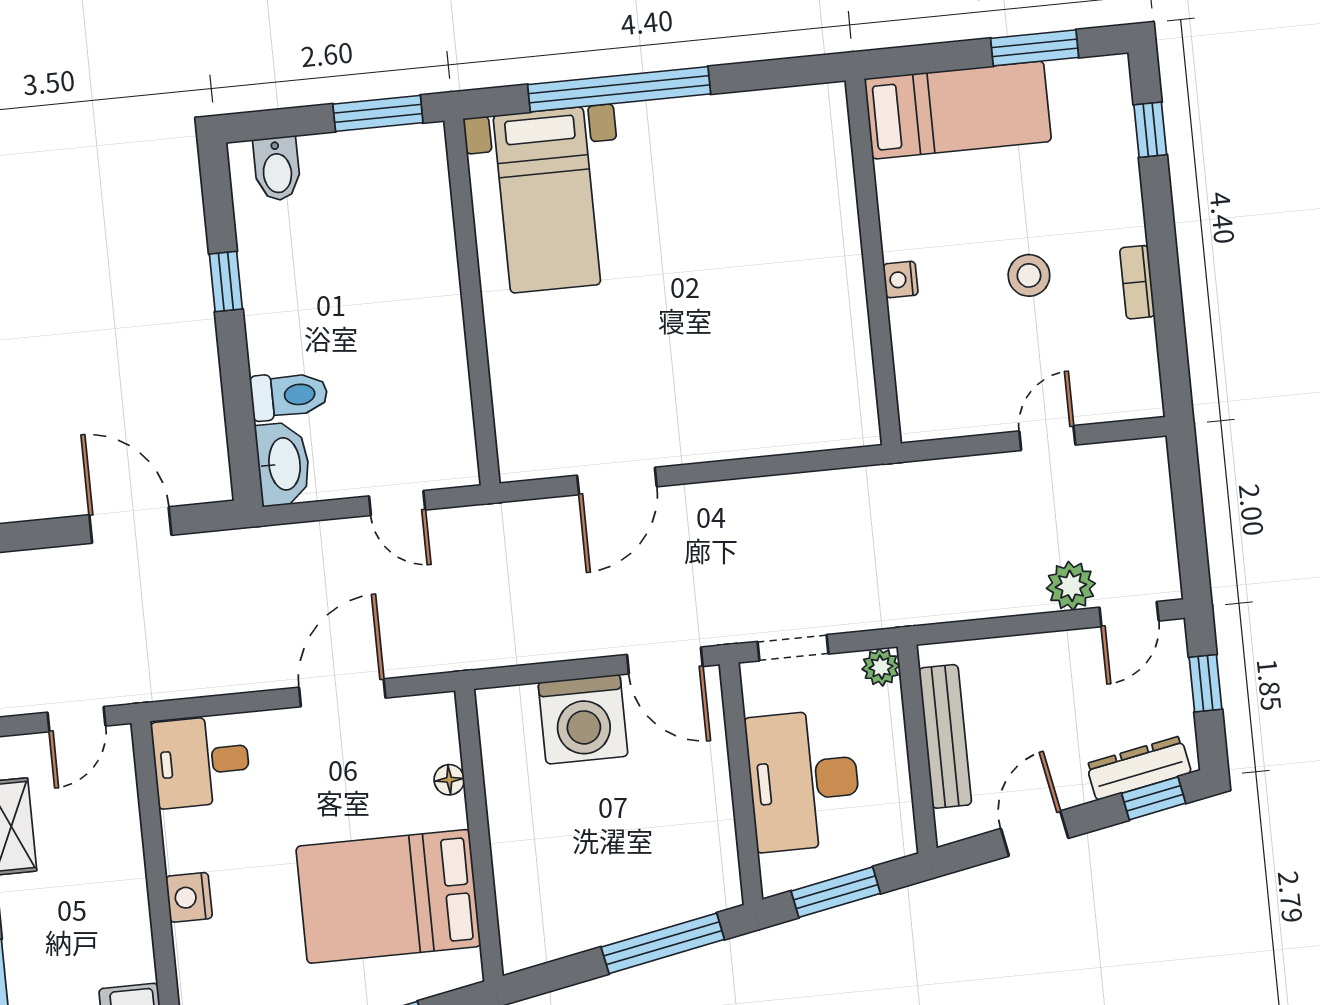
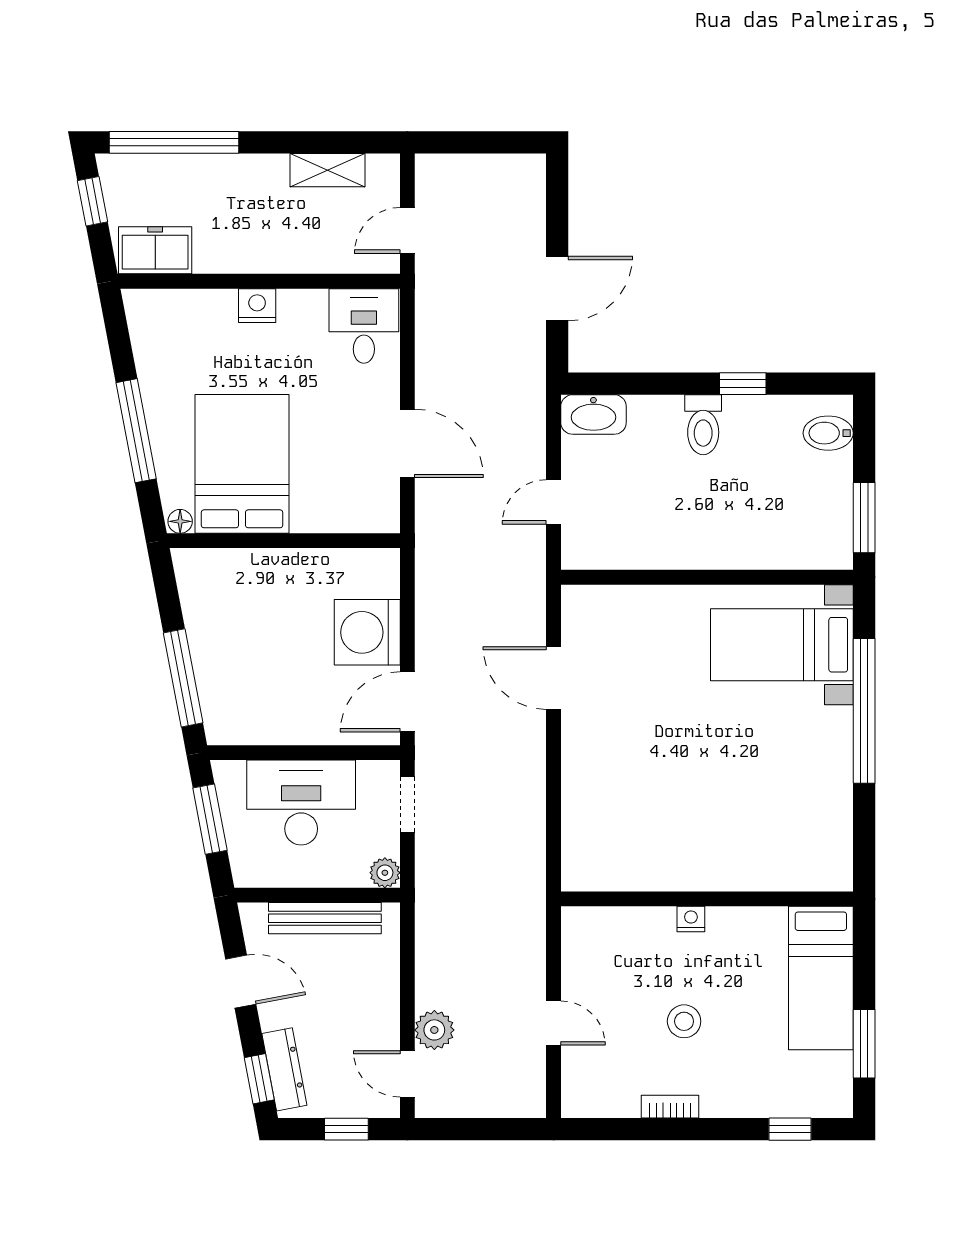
toilet: (289, 395) -> (703, 425), moved
door: (77, 719) -> (407, 230), hinge flipped
floor lamp: (449, 780) -> (180, 521), moved

